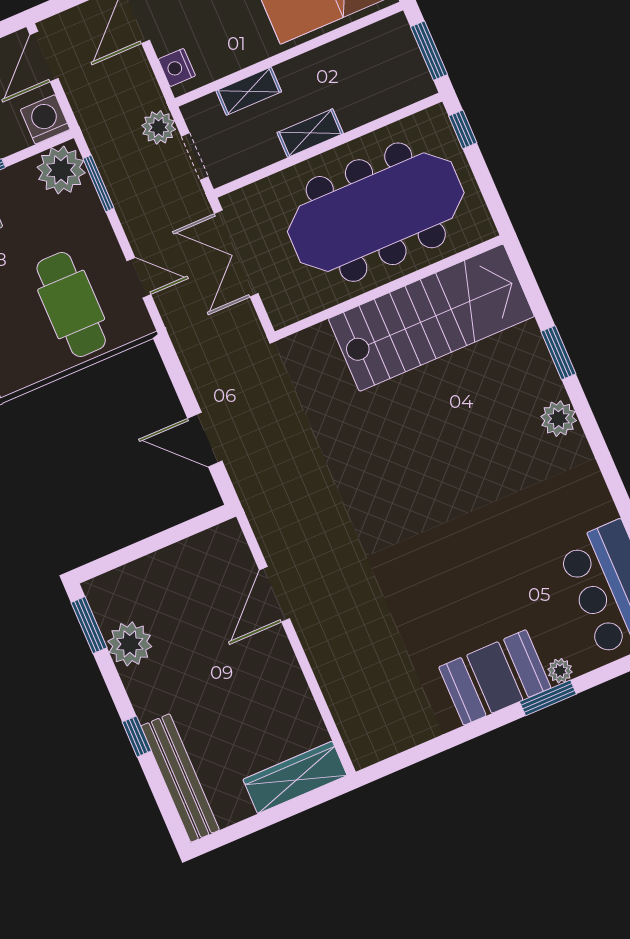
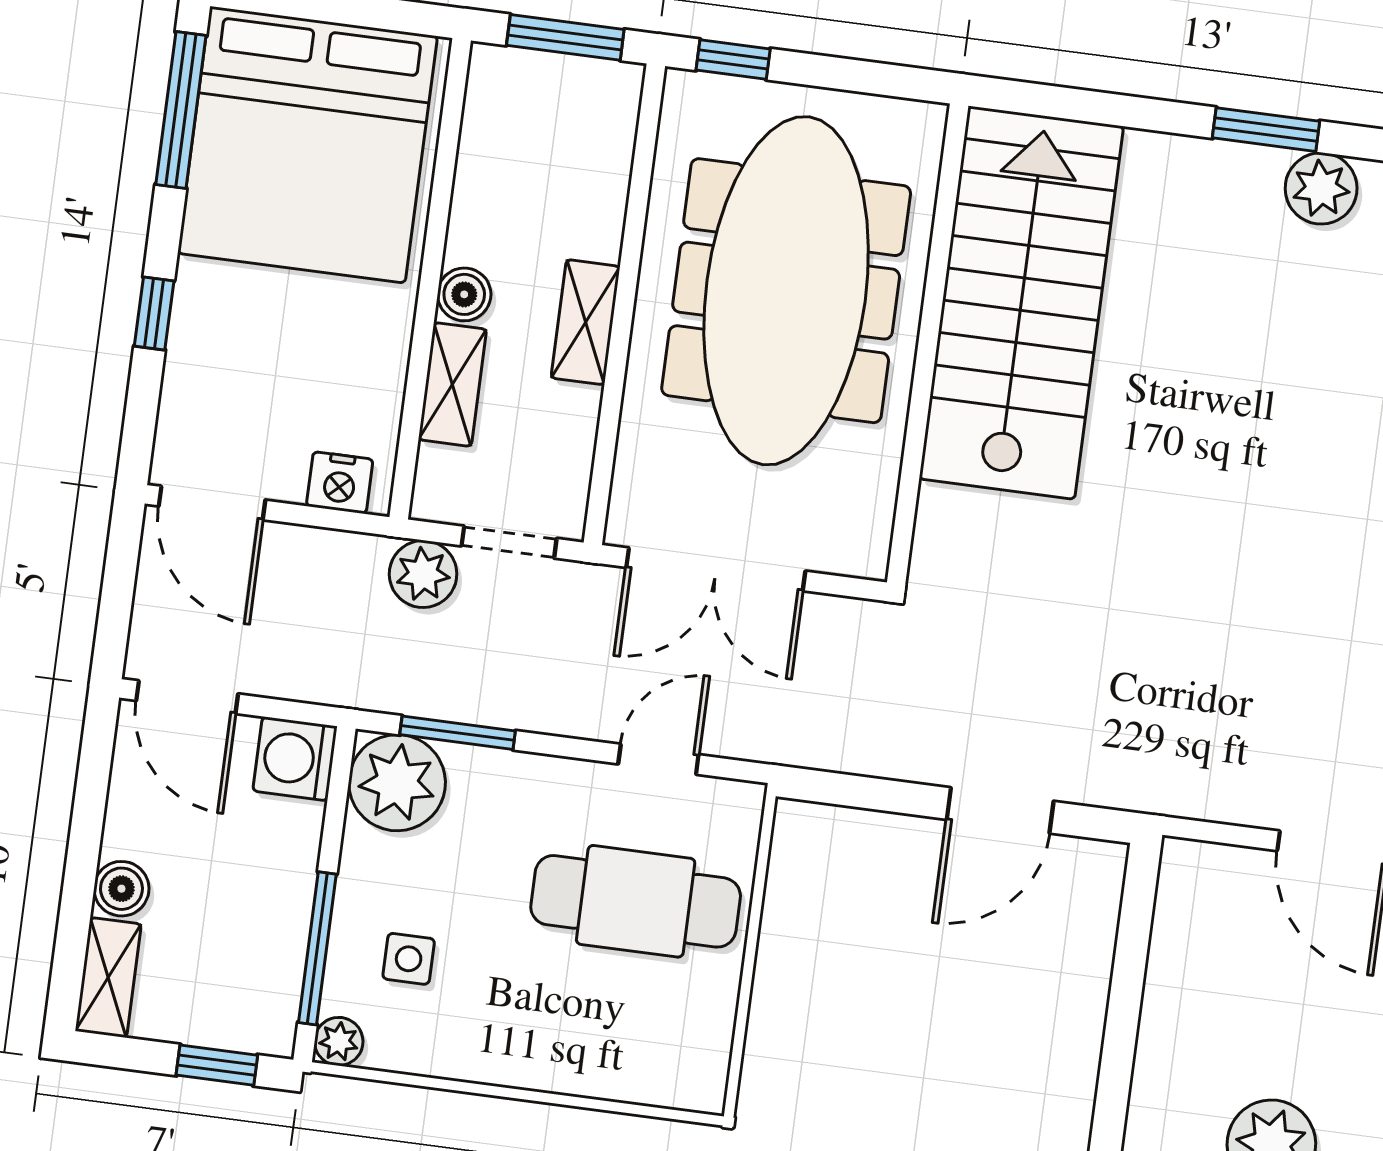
boiler: (291, 73) -> (464, 294), added
window: (558, 353) -> (1266, 130), moved

